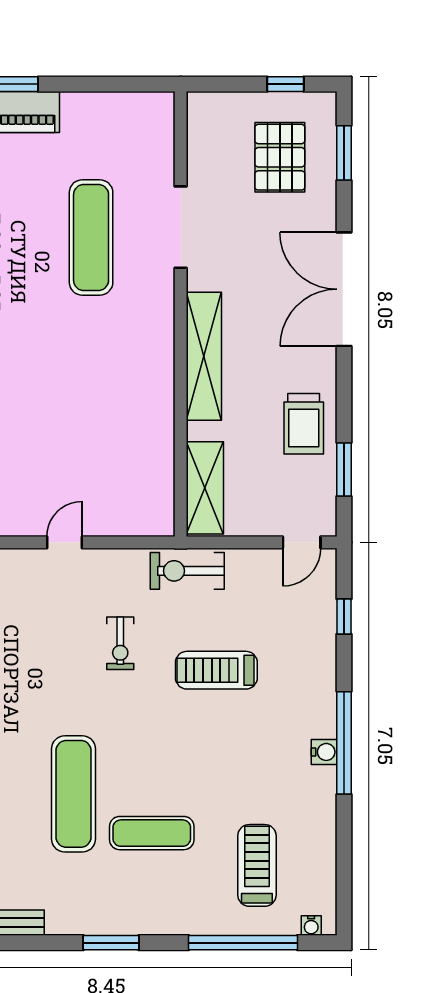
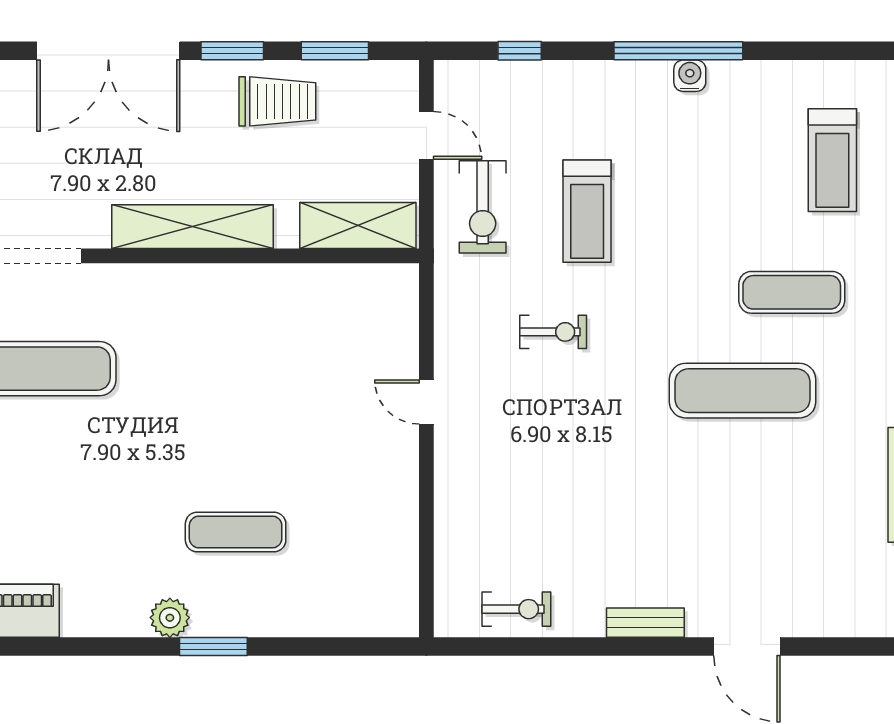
window: (344, 388) -> (232, 51), added
door: (302, 542) -> (426, 135), moved
exercise bike: (187, 571) -> (483, 207), moved
exercise mat: (152, 833) -> (792, 292), turned 90
treadmill: (257, 865) -> (832, 160), turned -90

